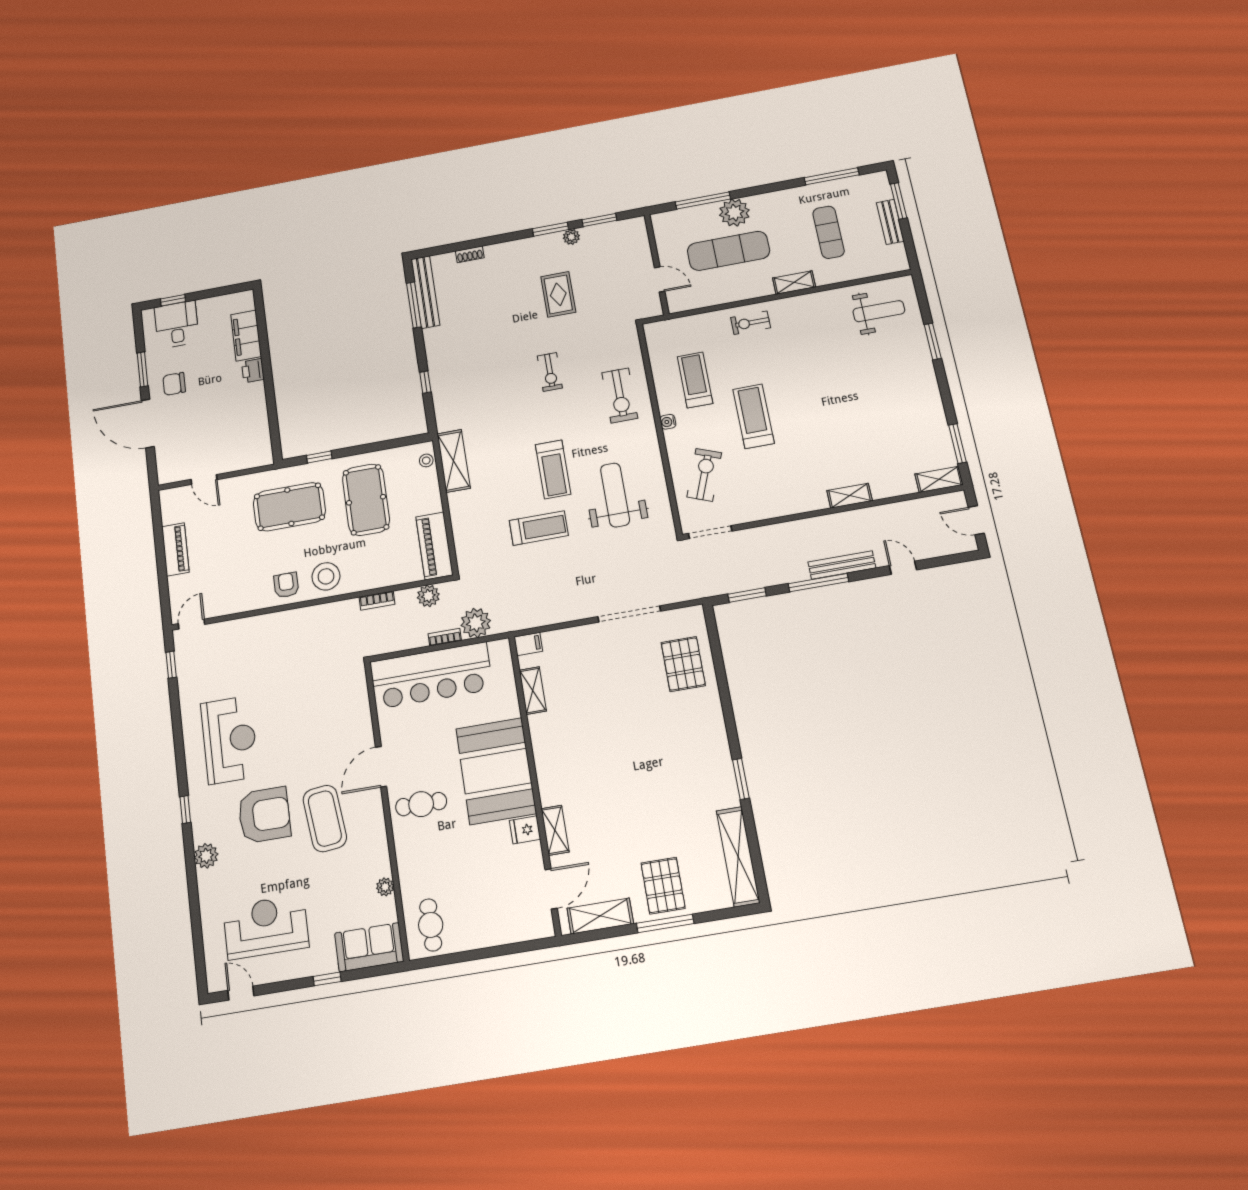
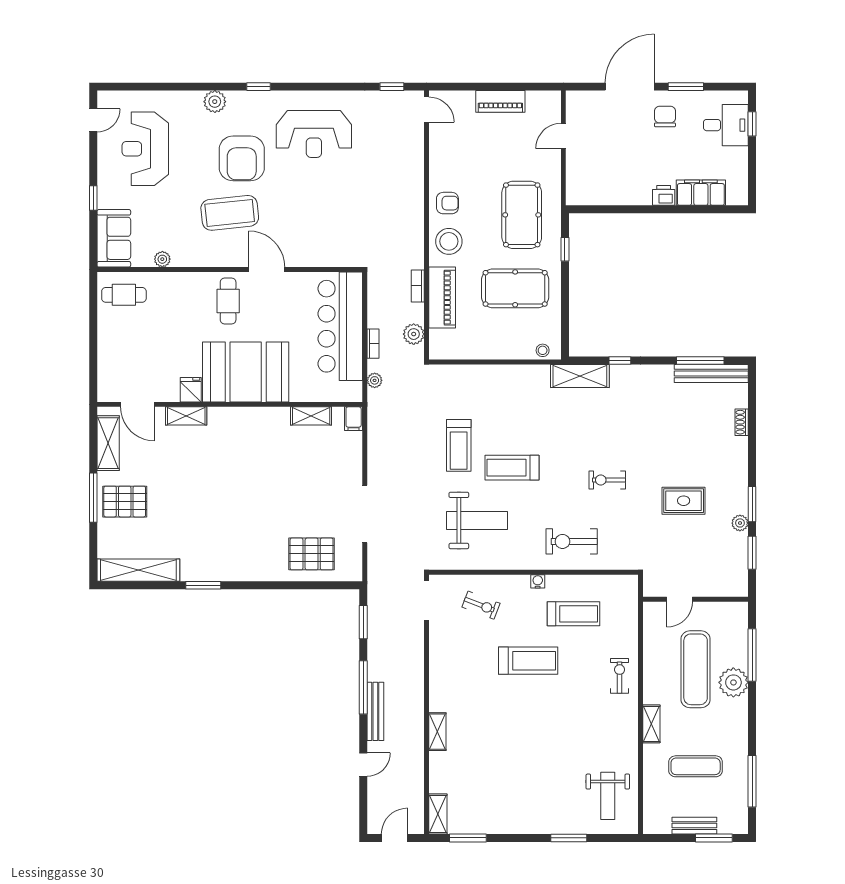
shelving: (454, 461) -> (580, 376), moved
exercise bike: (704, 475) -> (481, 605), width x0.73, depth x0.72
piano: (434, 546) -> (442, 298), moved, turned 90
plant: (476, 623) -> (375, 380), width x0.53, depth x0.53
reception desk: (266, 927) -> (145, 149), turned 180

